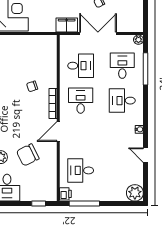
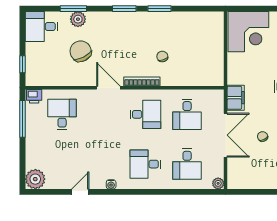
desk: (122, 66) -> (187, 164), turned 90
window: (146, 69) -> (183, 192), removed
desk: (122, 101) -> (145, 164), turned -90

